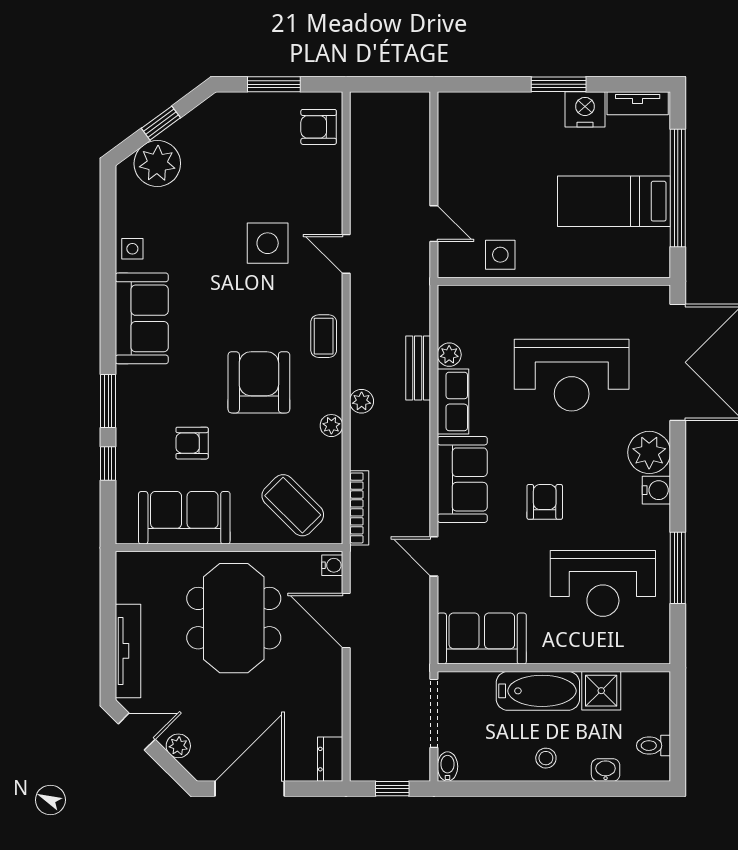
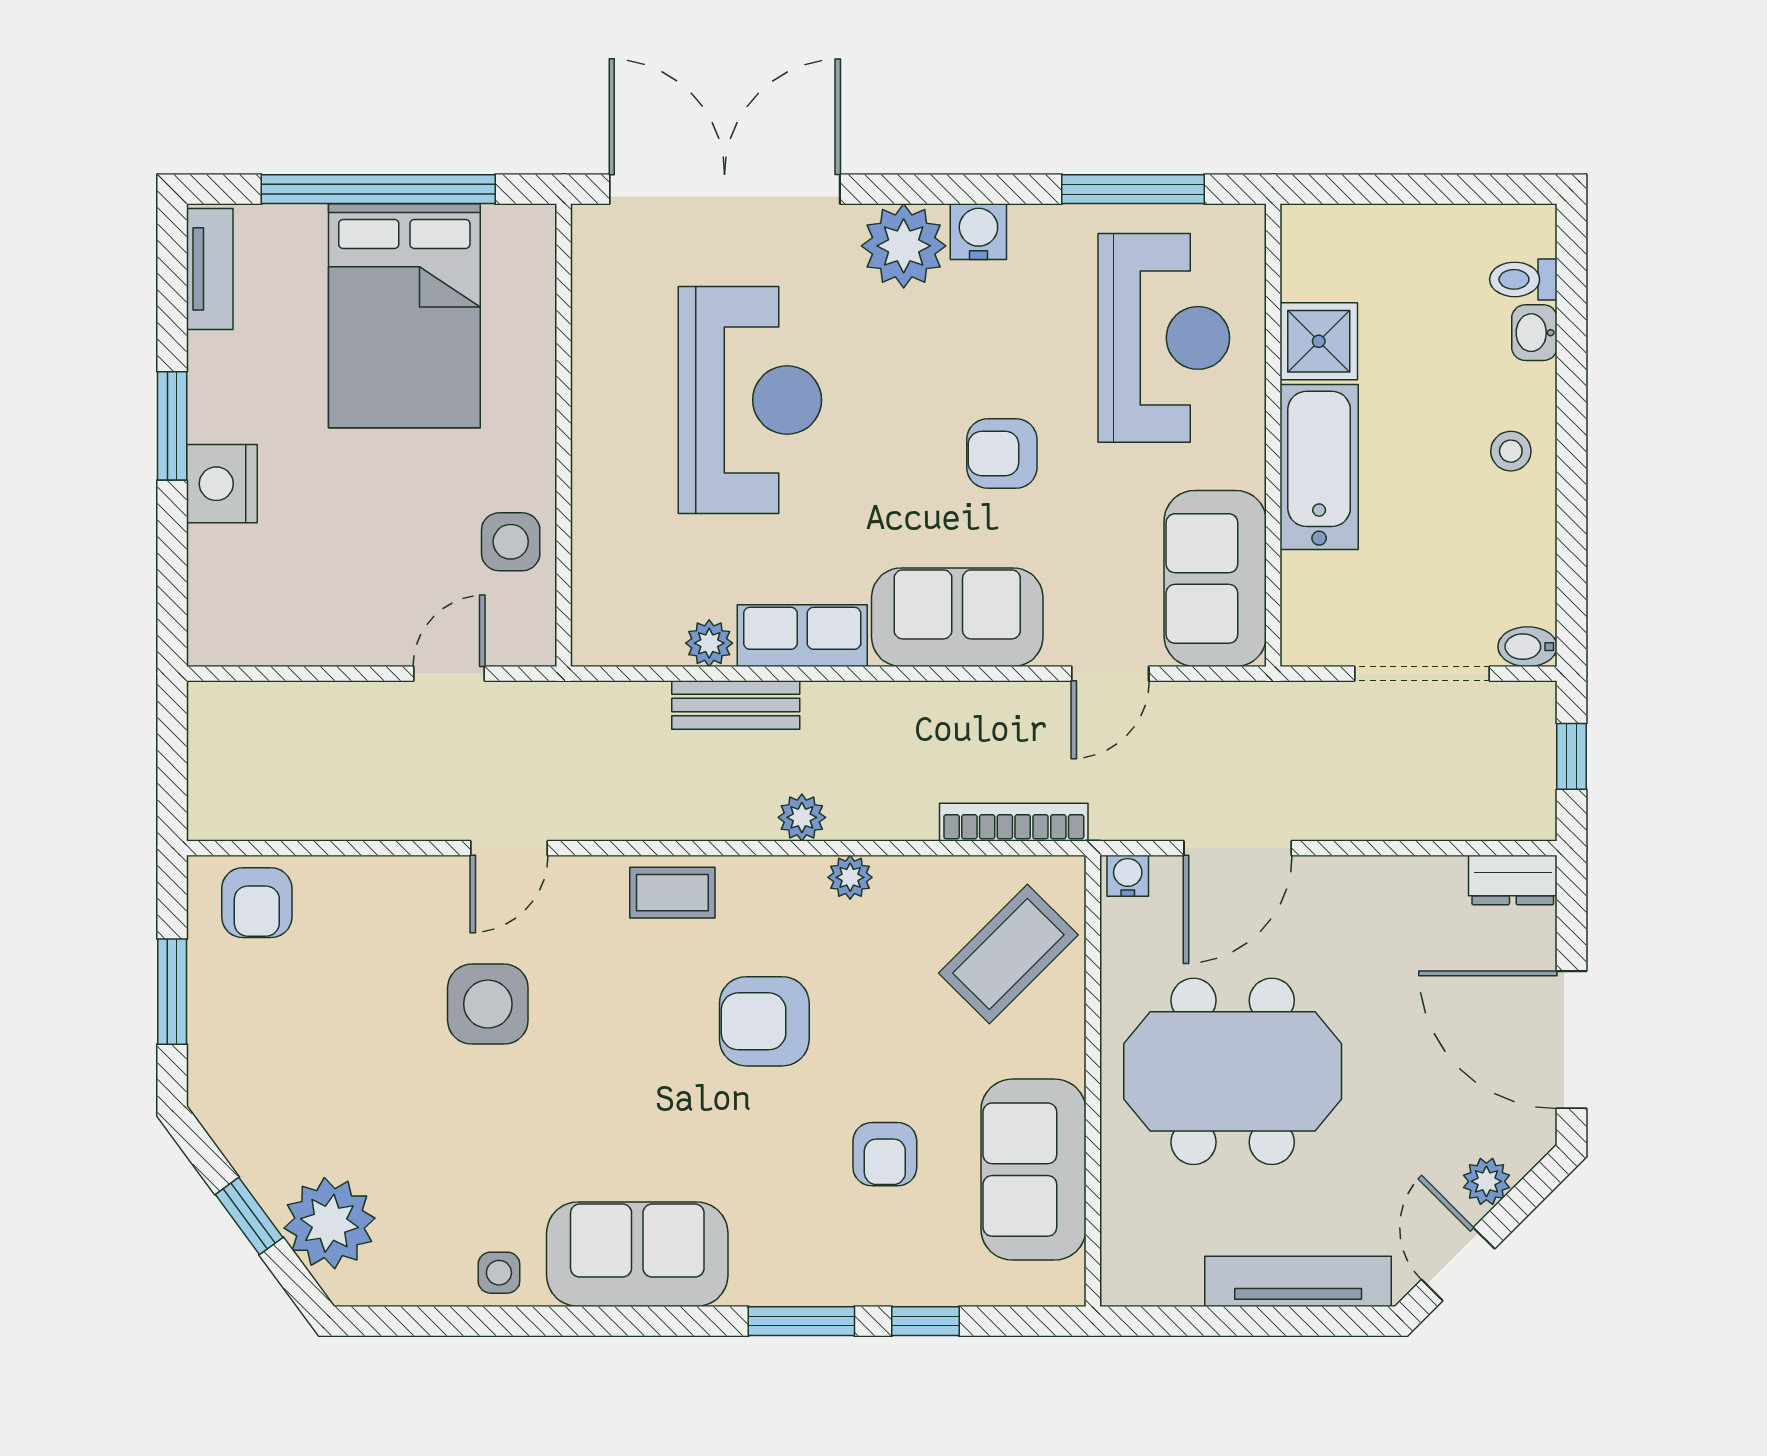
nightstand: (585, 109) -> (222, 484), moved
bed: (614, 201) -> (404, 316), width x1.50
armchair: (259, 382) -> (764, 1021), width x0.73, depth x0.73
sofa: (482, 639) -> (1215, 579), moved
wall: (554, 668) -> (1273, 435), moved
bathtub: (538, 691) -> (1319, 467), moved
shower: (601, 691) -> (1319, 341), moved
toilet: (654, 746) -> (1523, 279), moved, turned 90

